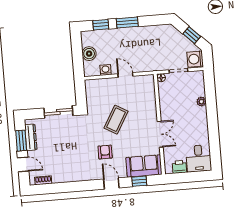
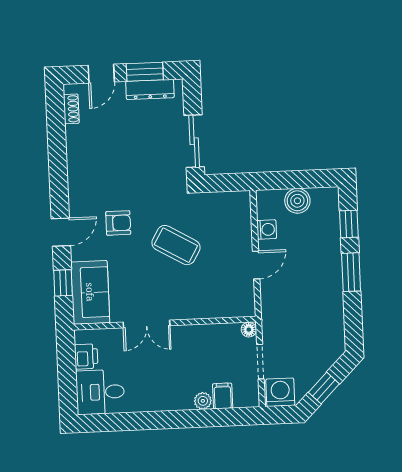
filing cabinet: (198, 91) -> (223, 396), added

